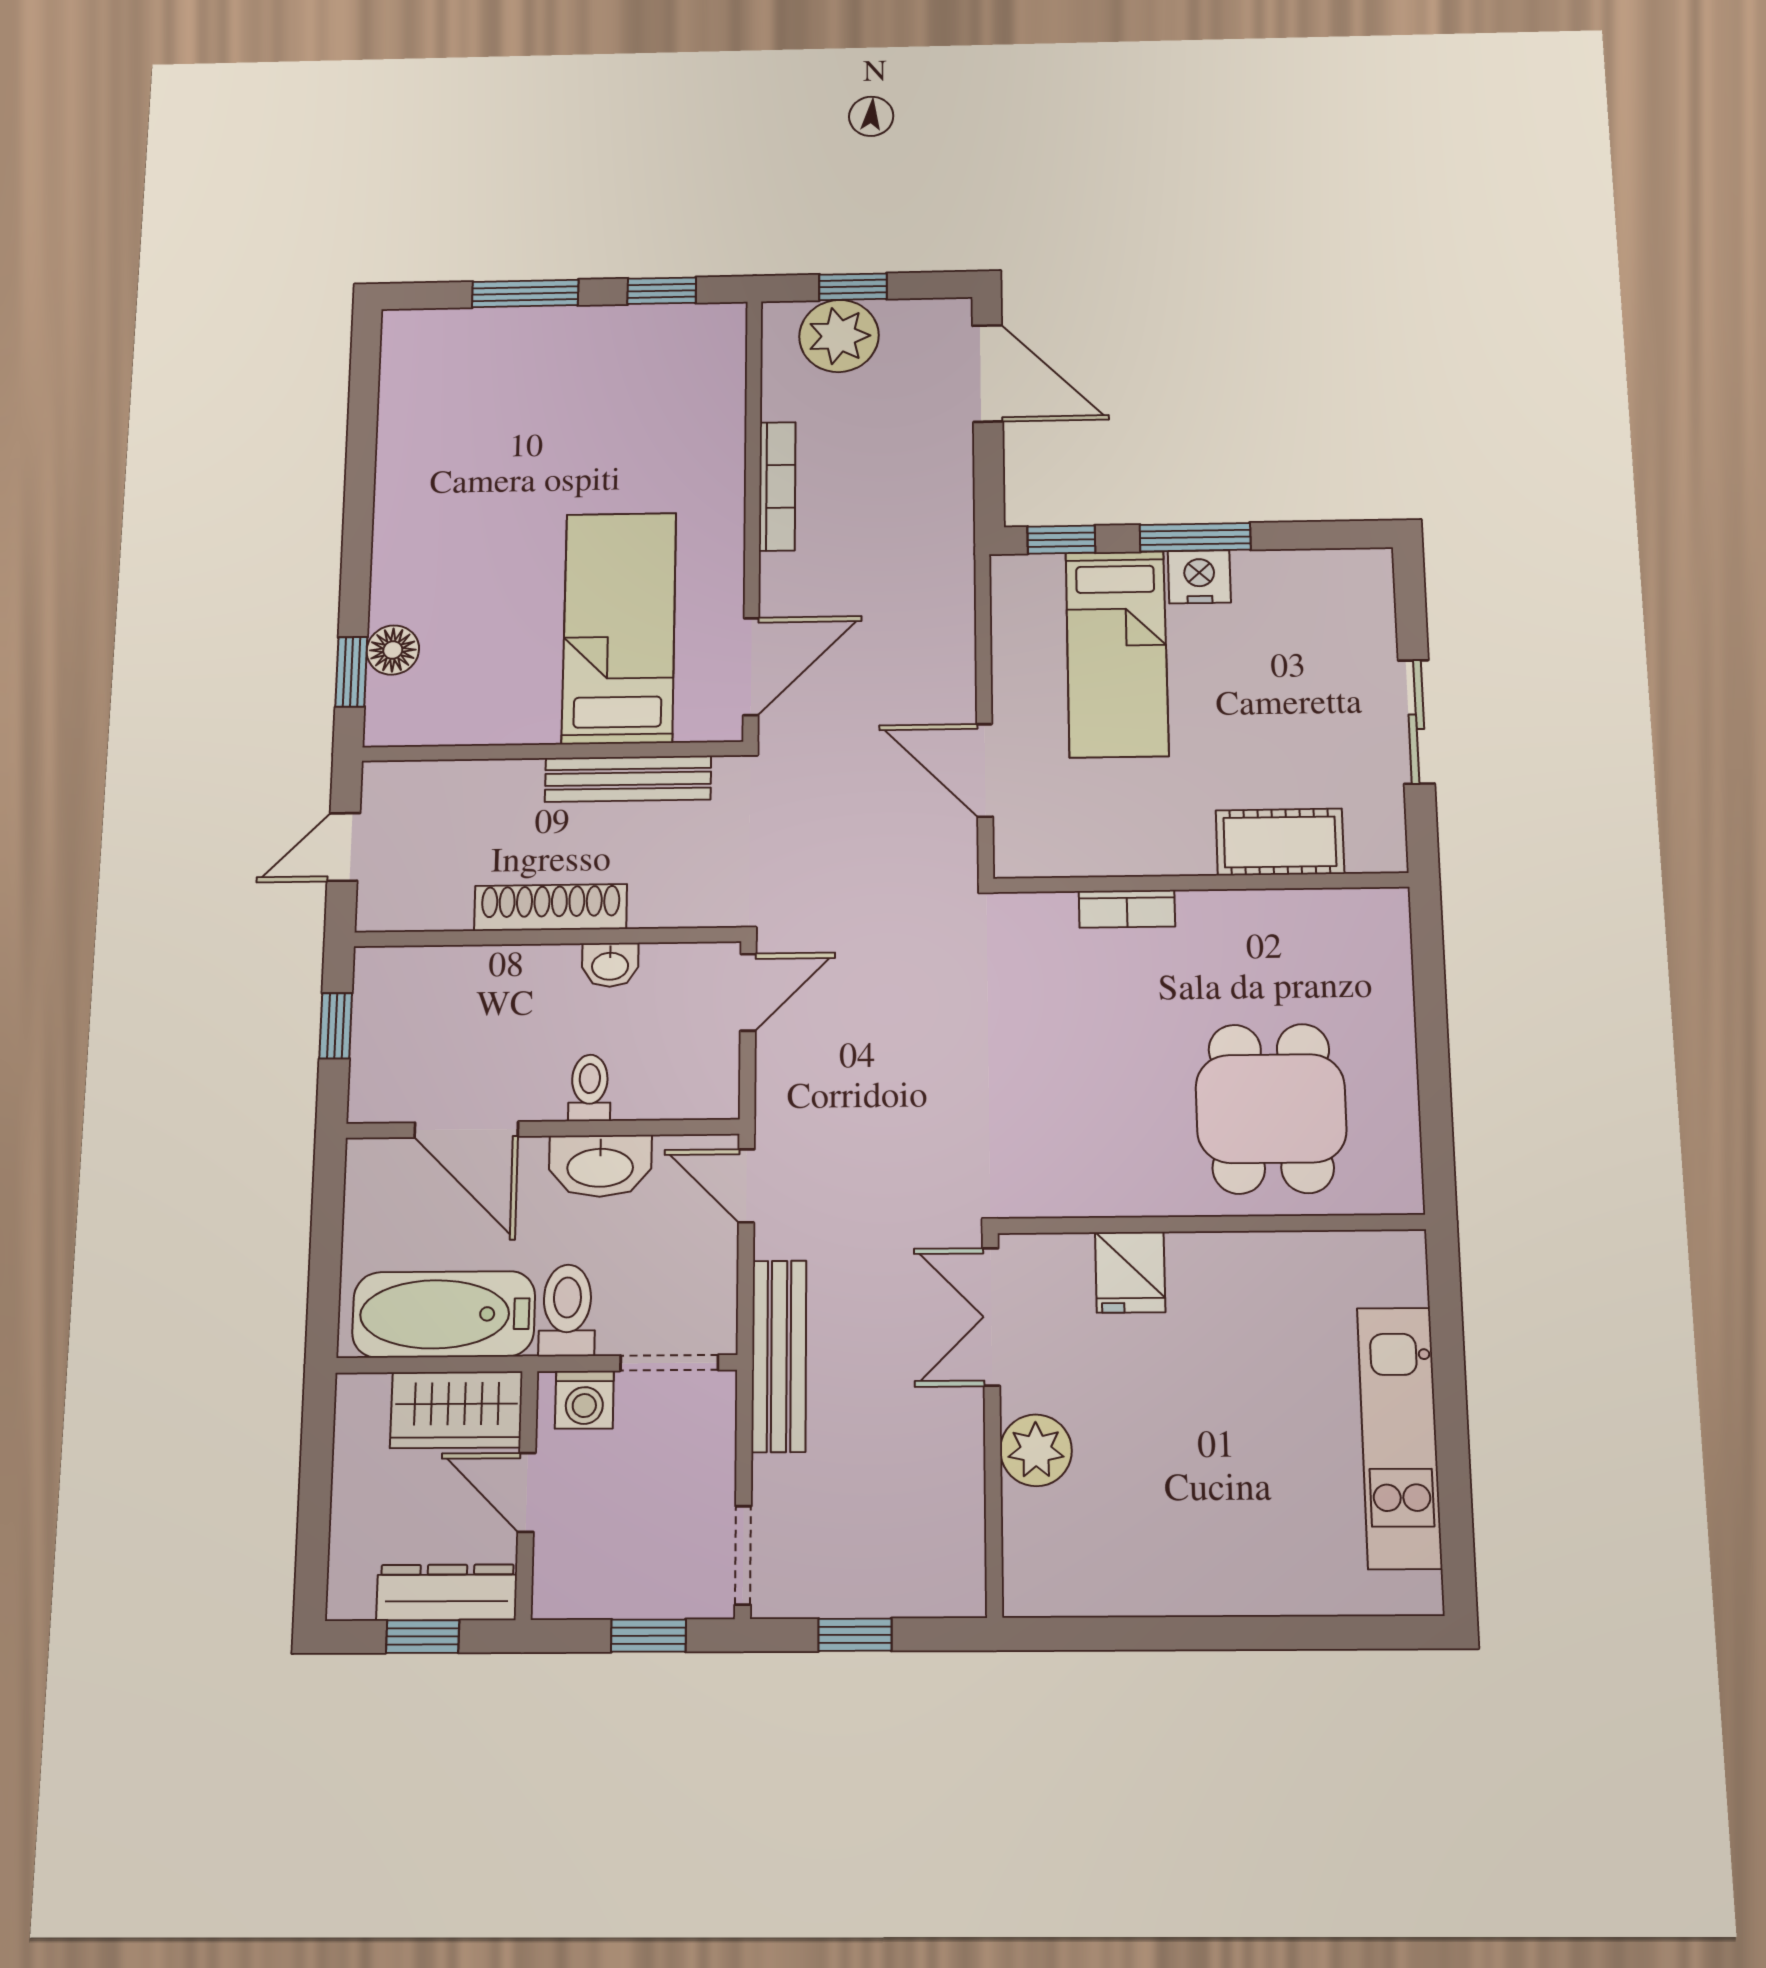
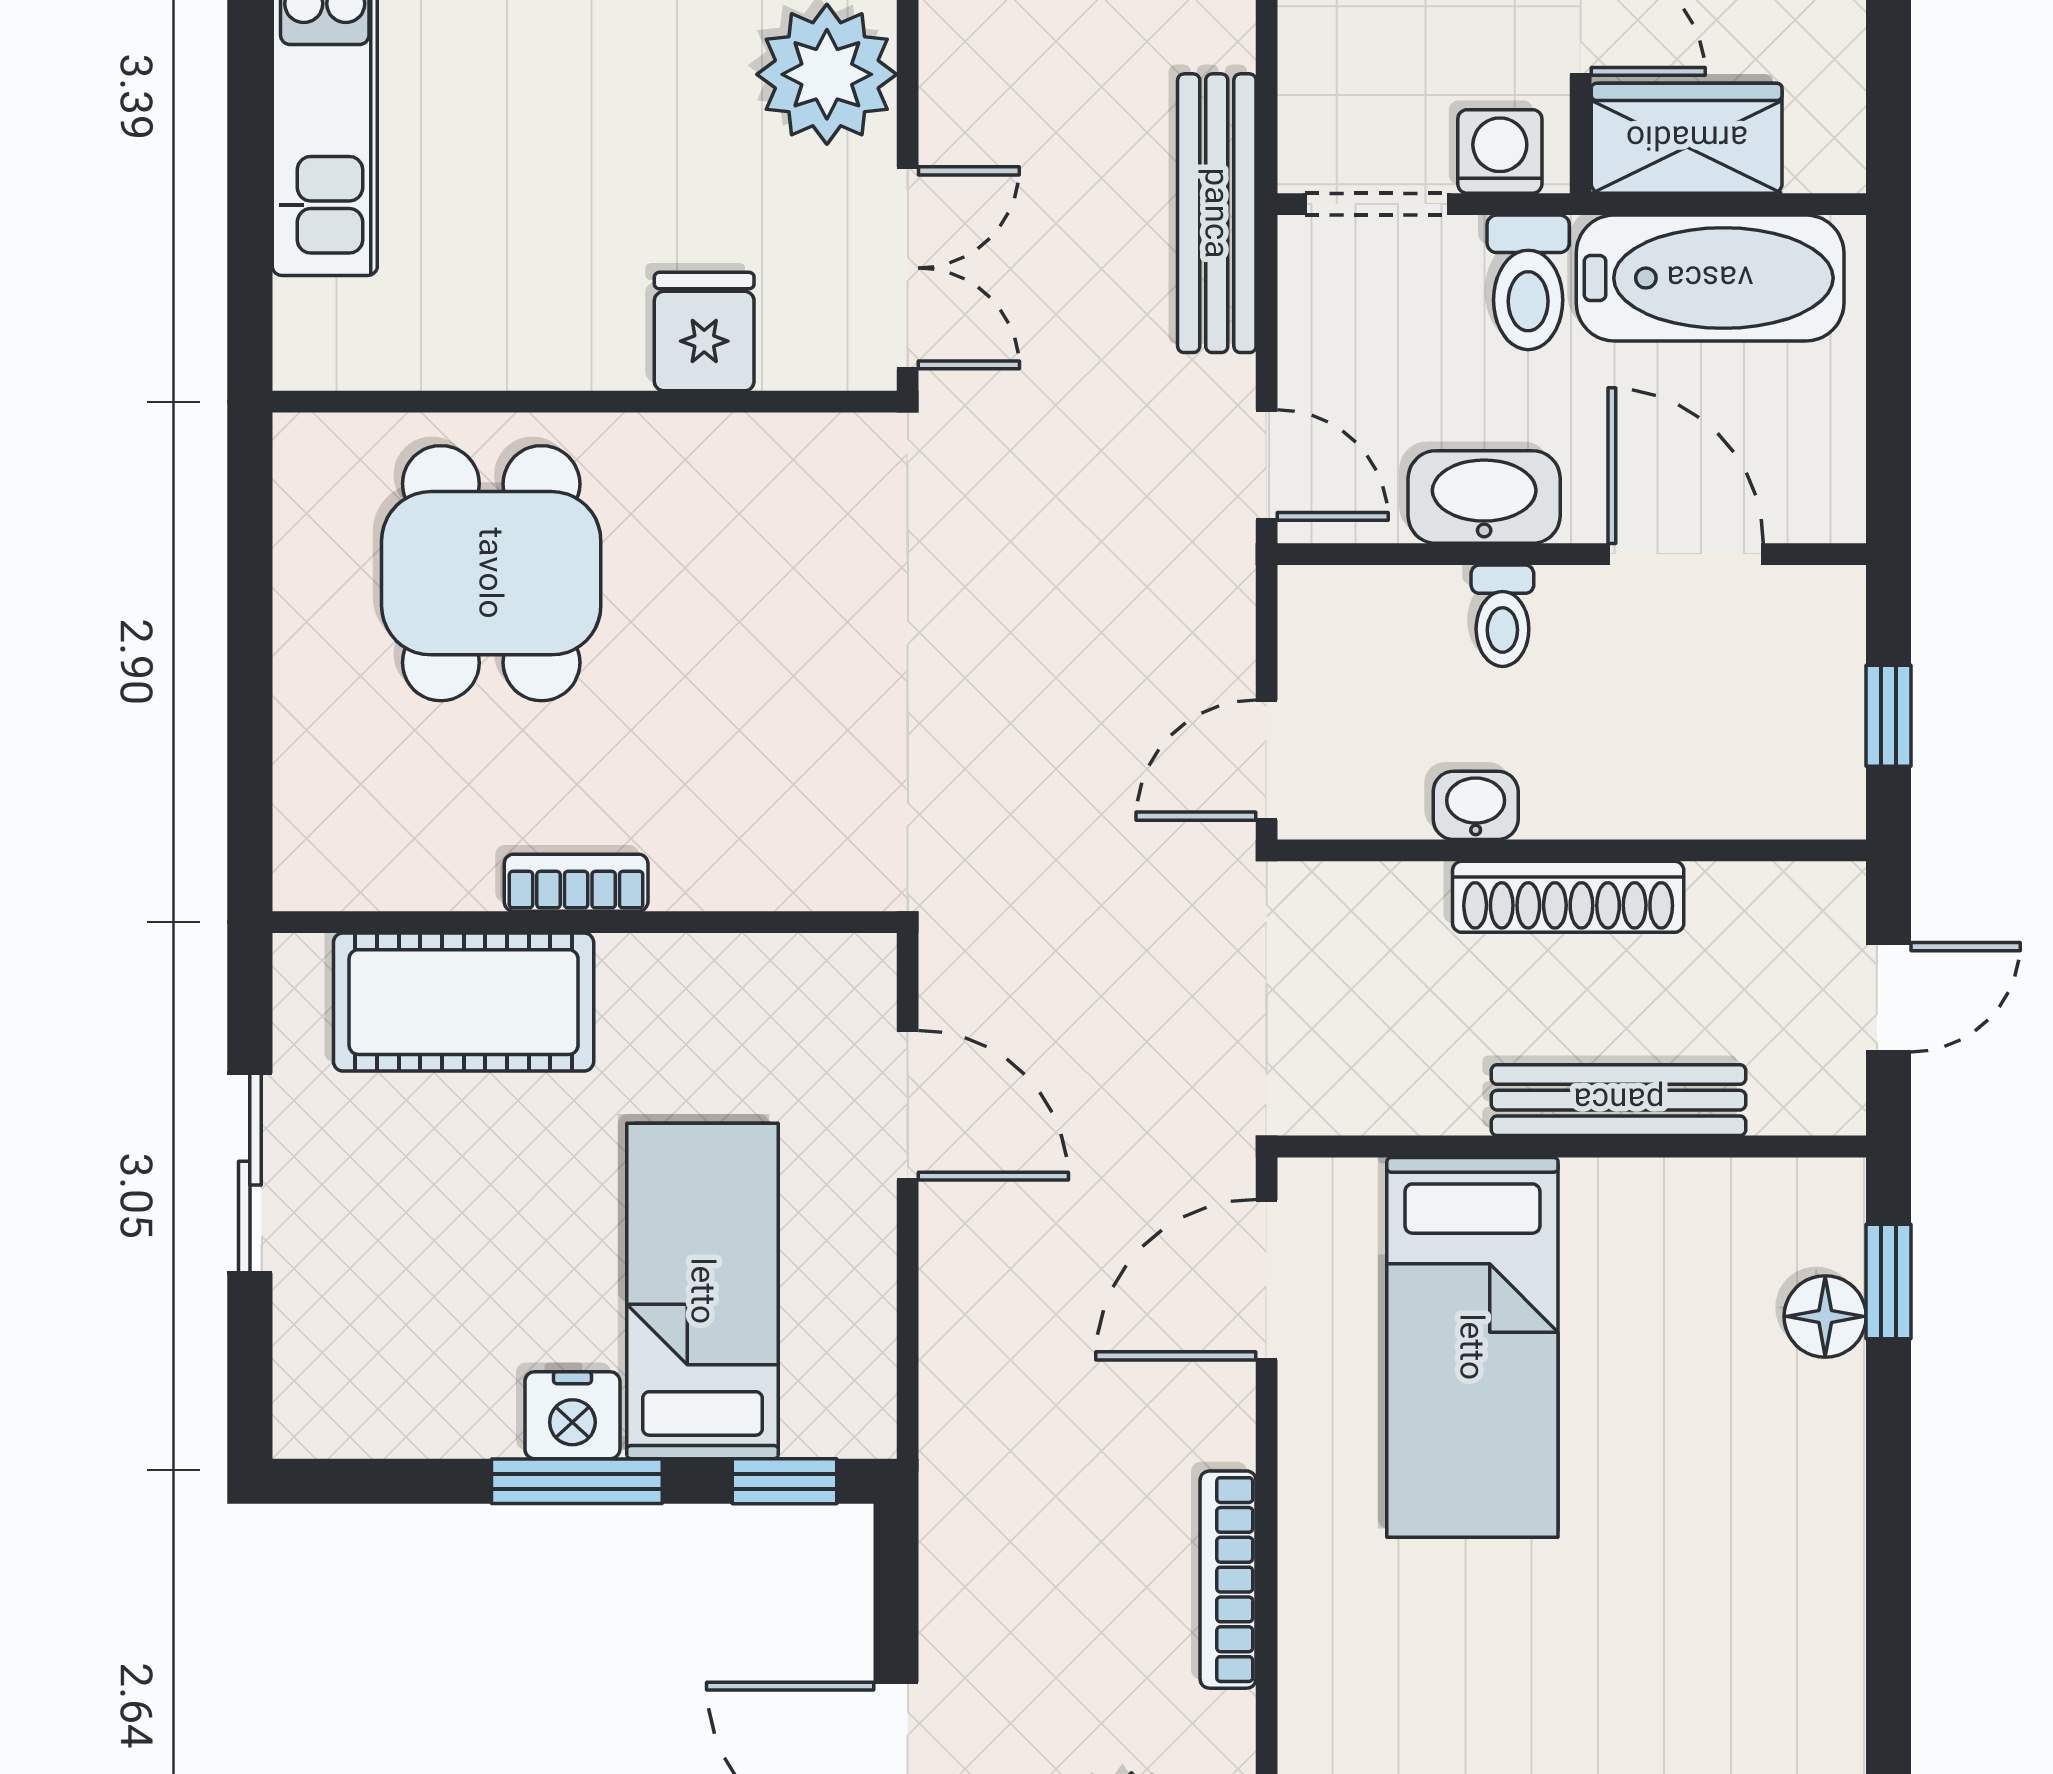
bench: (628, 779) -> (1619, 1100), moved
cot: (1280, 842) -> (464, 1002), width x1.37, depth x1.34
bookcase: (1127, 909) -> (576, 883), moved
plant: (1036, 1450) -> (827, 74), width x1.36, depth x1.36

